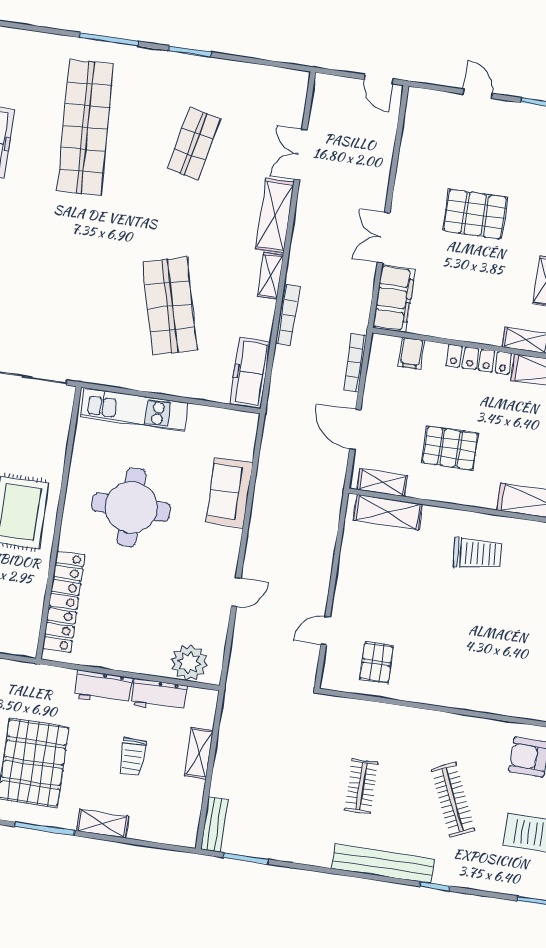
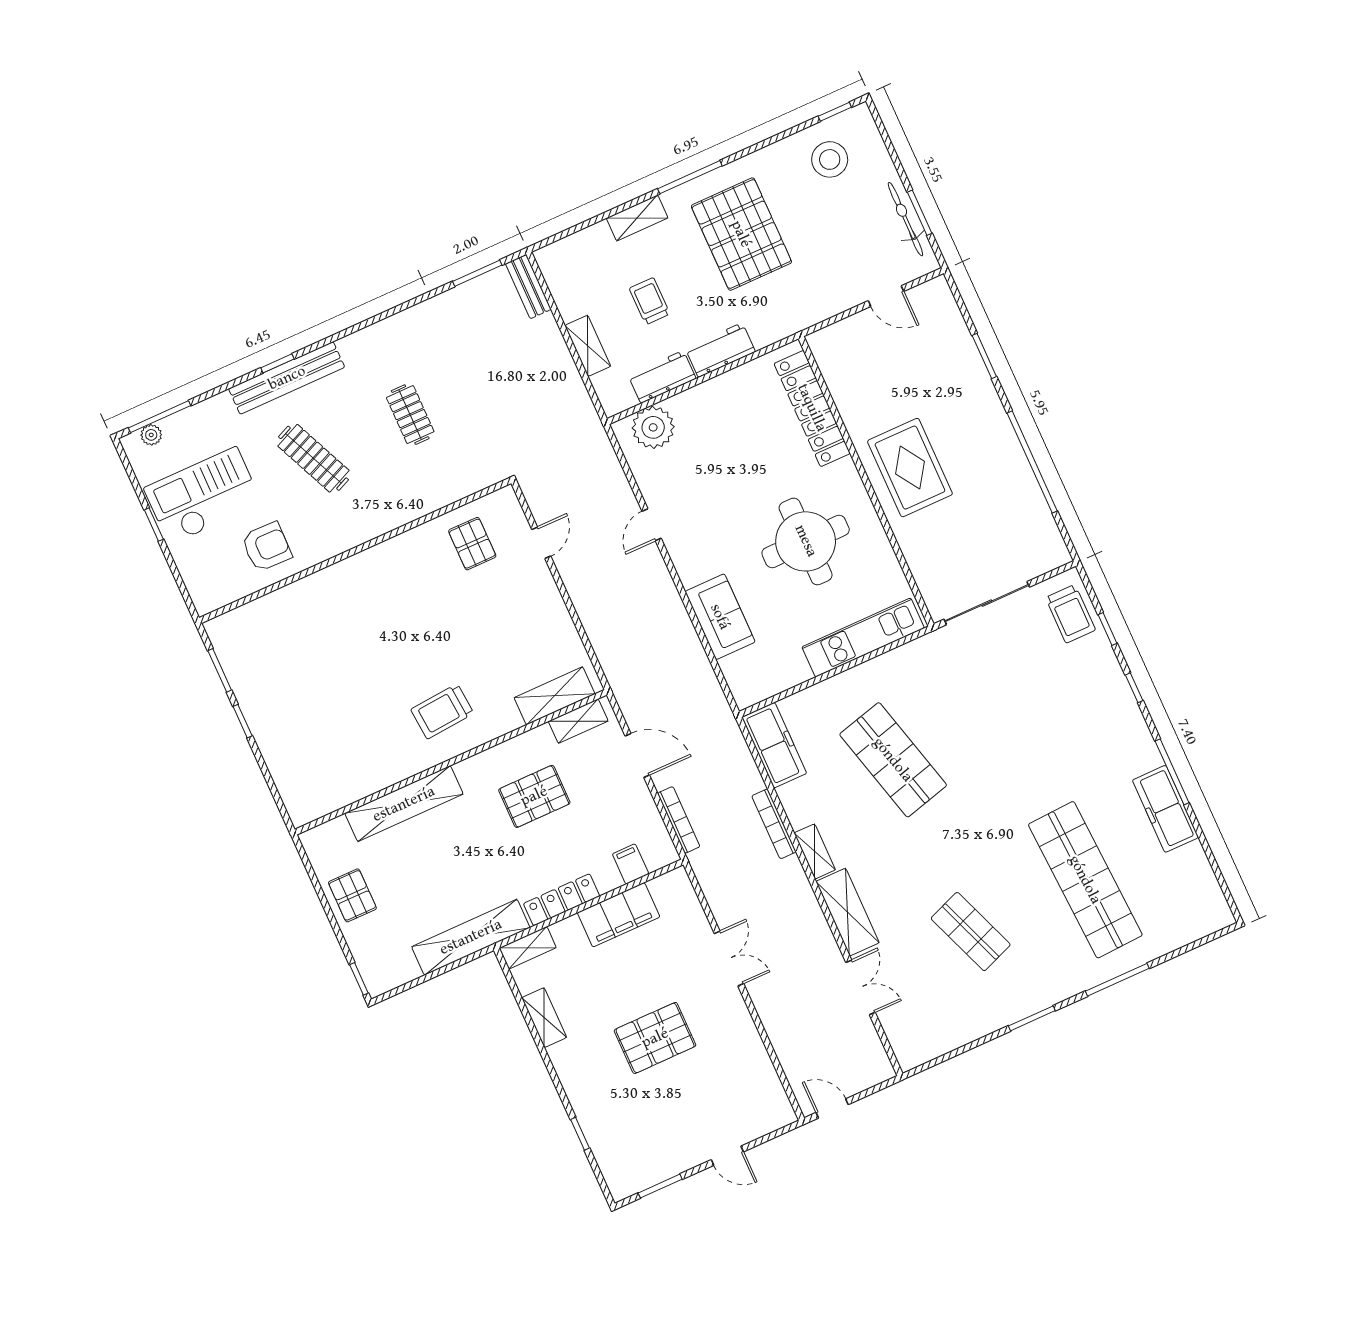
shop shelf: (194, 144) -> (971, 932), turned -33
filing cabinet: (394, 299) -> (619, 915), moved, turned -90
bench: (383, 864) -> (287, 378), moved

